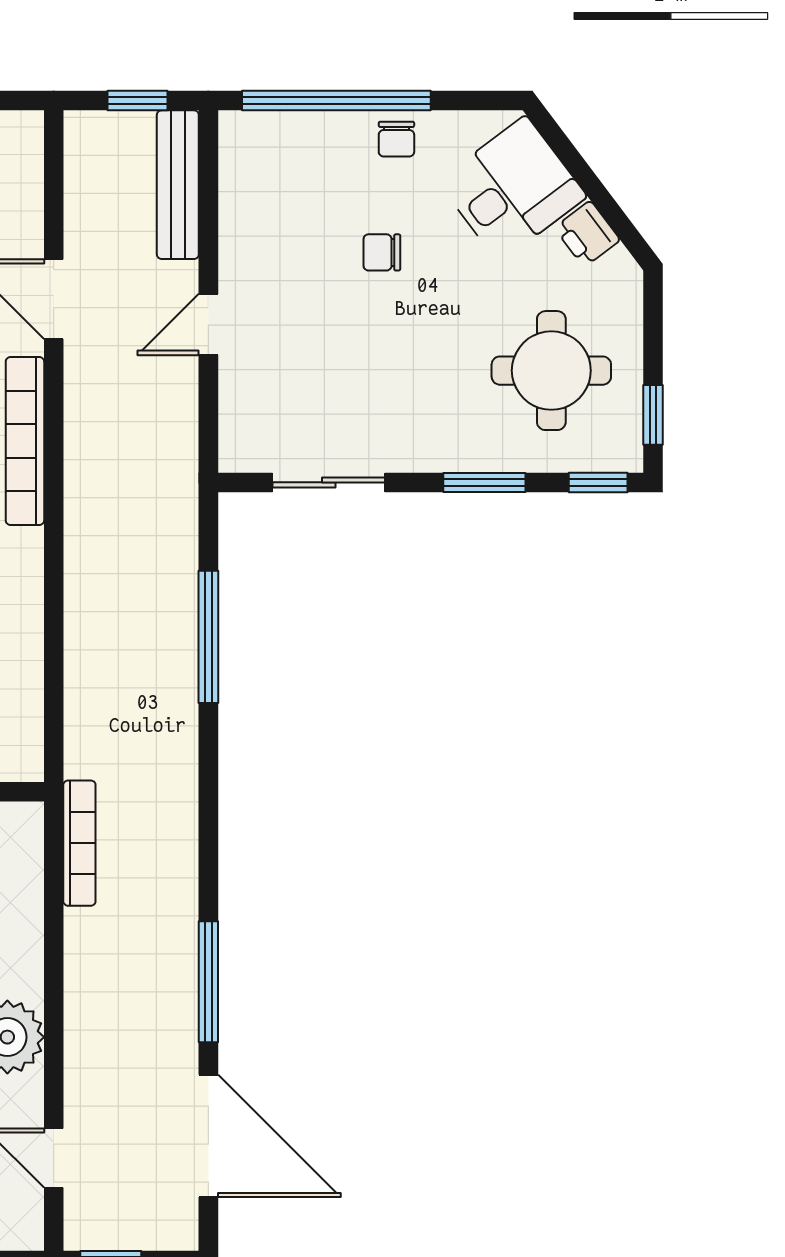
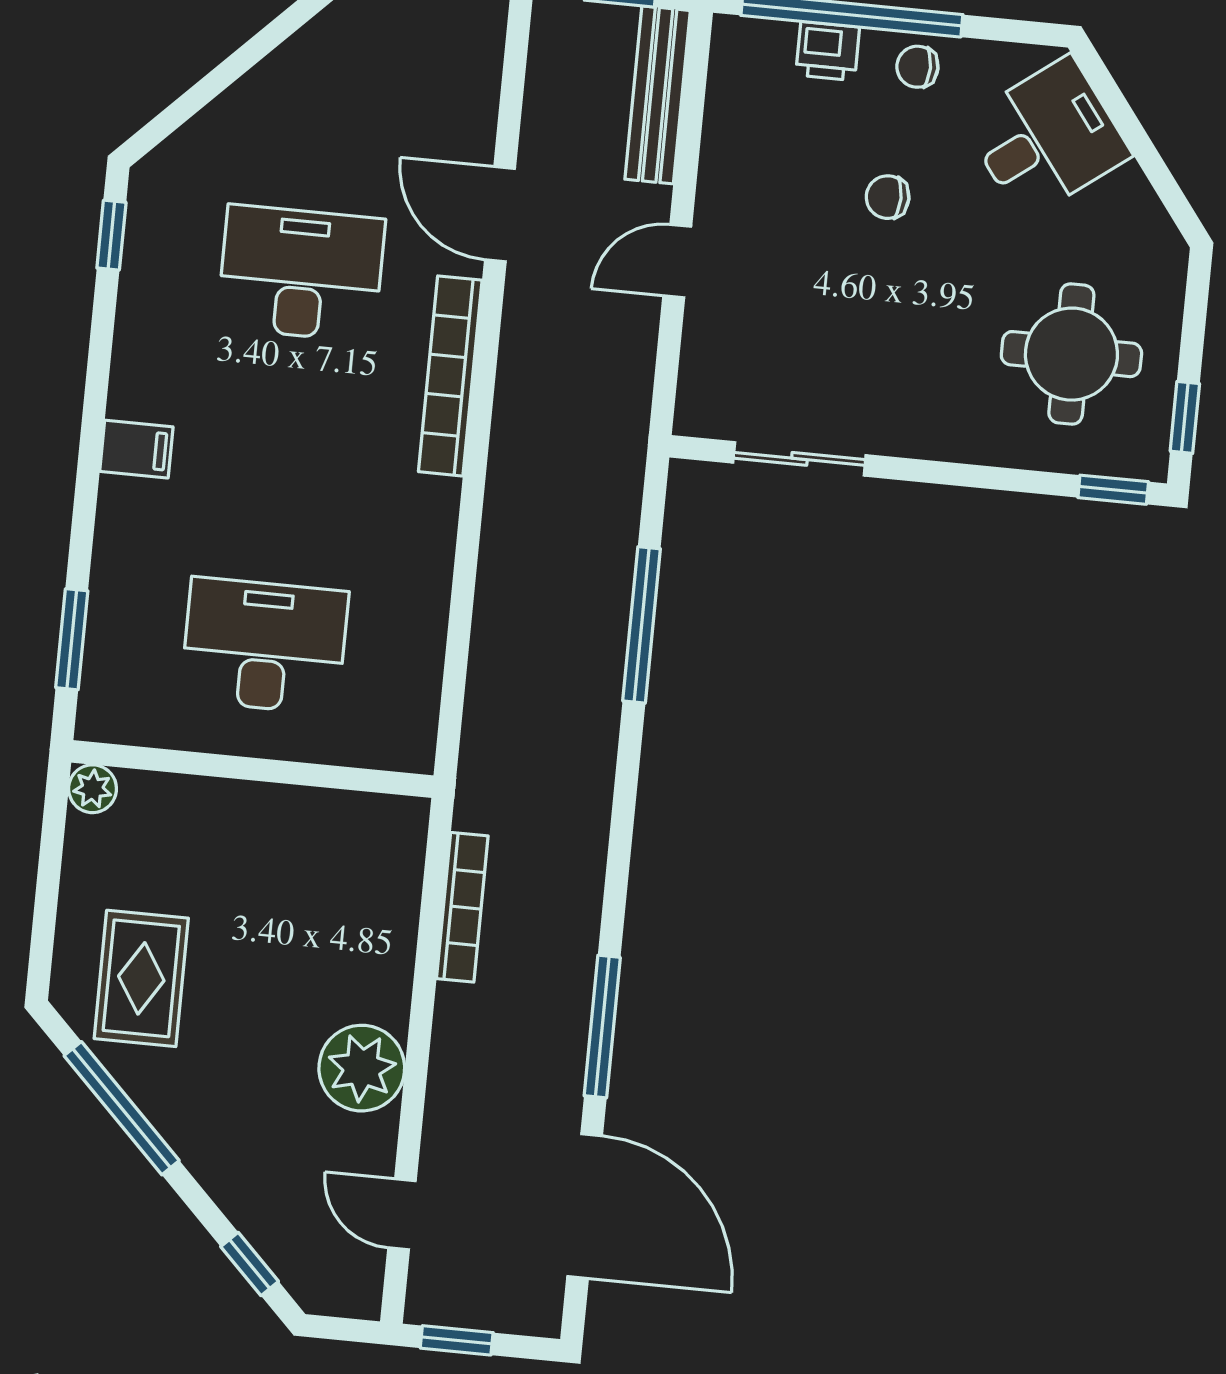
chair: (396, 139) -> (917, 67), turned 90
printer: (587, 234) -> (828, 51), moved, turned -53
window: (484, 482) -> (981, 477), removed
bookcase: (79, 843) -> (462, 907), moved

